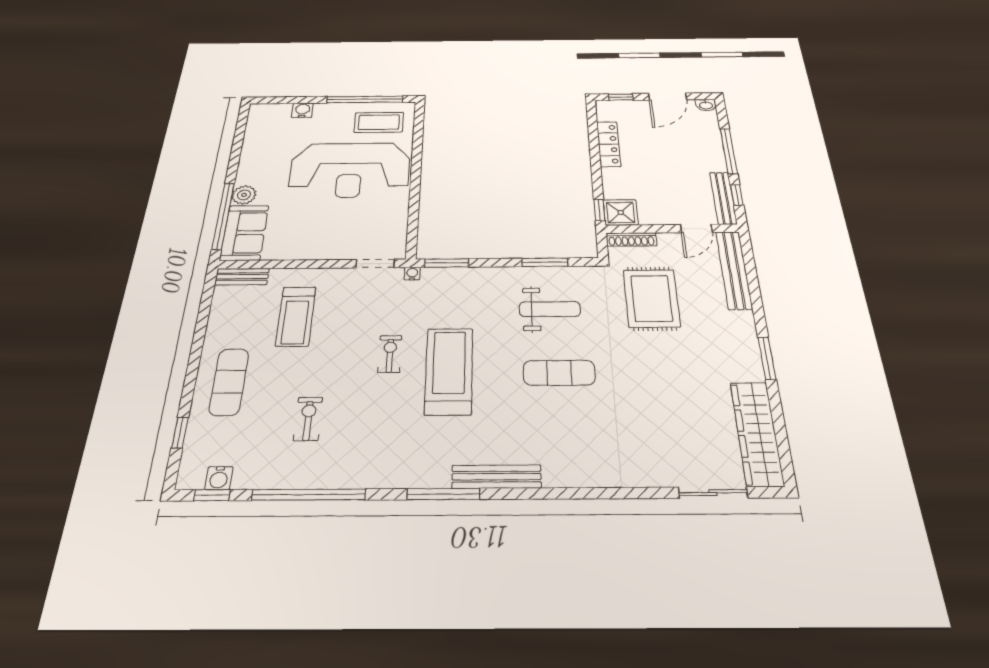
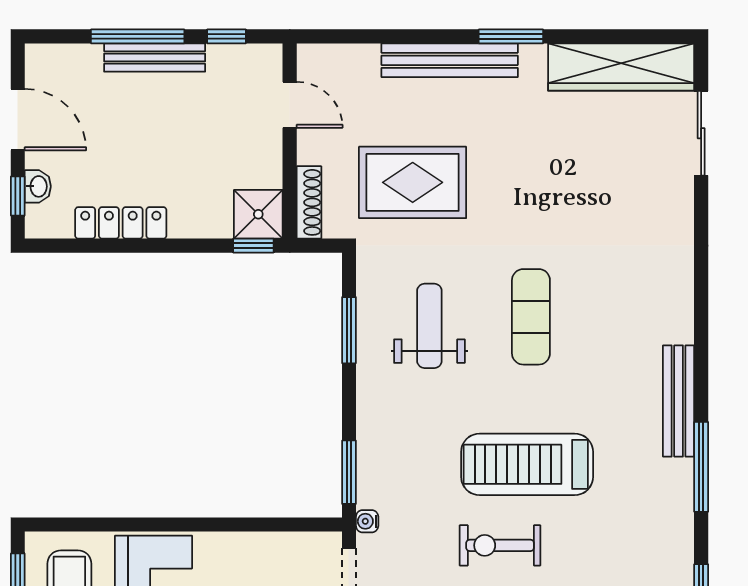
washbasin: (706, 105) -> (38, 186), moved
bench: (723, 198) -> (155, 57), moved
bench: (734, 270) -> (450, 60), moved
exercise bike: (390, 354) -> (500, 545), width x1.38, depth x1.39

